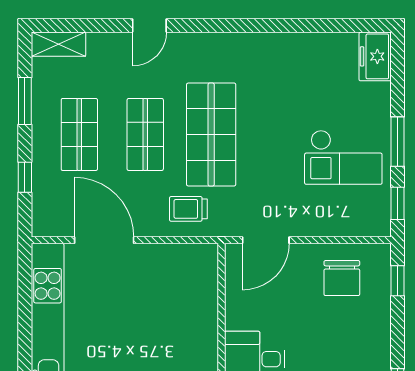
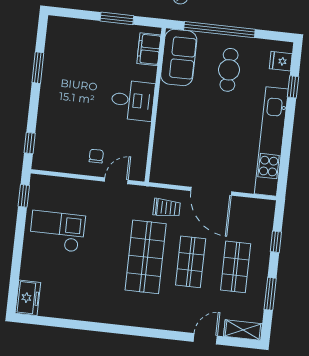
door: (149, 25) -> (205, 339), moved
window: (397, 142) -> (19, 238), removed
door: (104, 240) -> (211, 191), moved
door: (266, 240) -> (116, 181), width x0.73
chair: (342, 278) -> (96, 156), moved, width x0.54, depth x0.54

